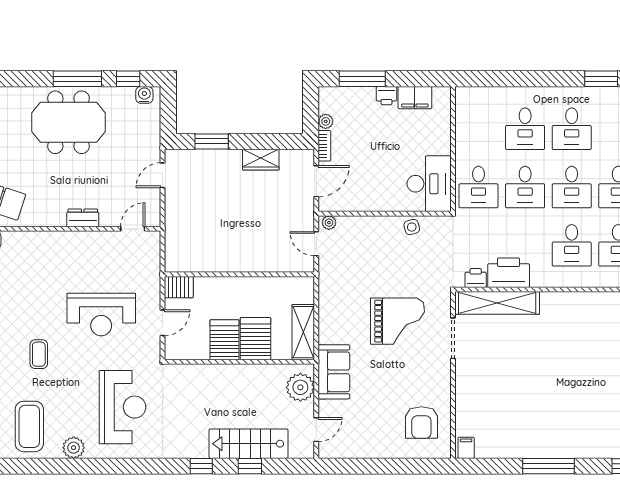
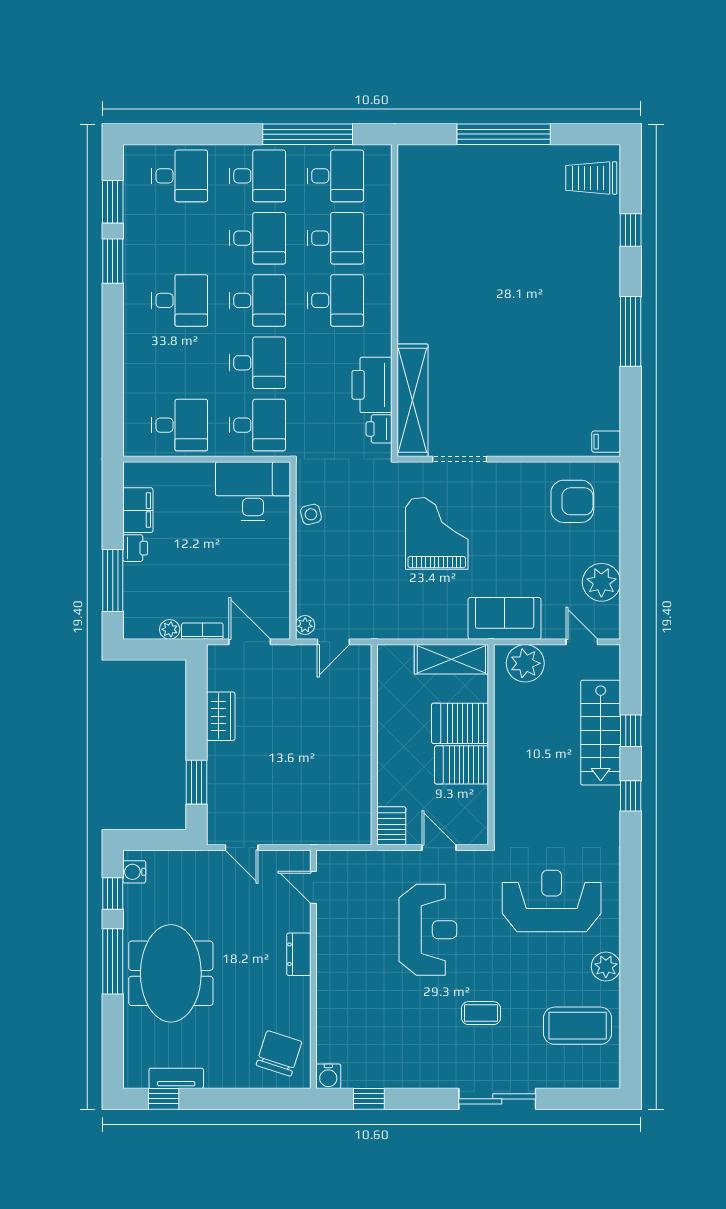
desk: (525, 129) -> (180, 425), moved
plant: (361, 444) -> (601, 582), added

